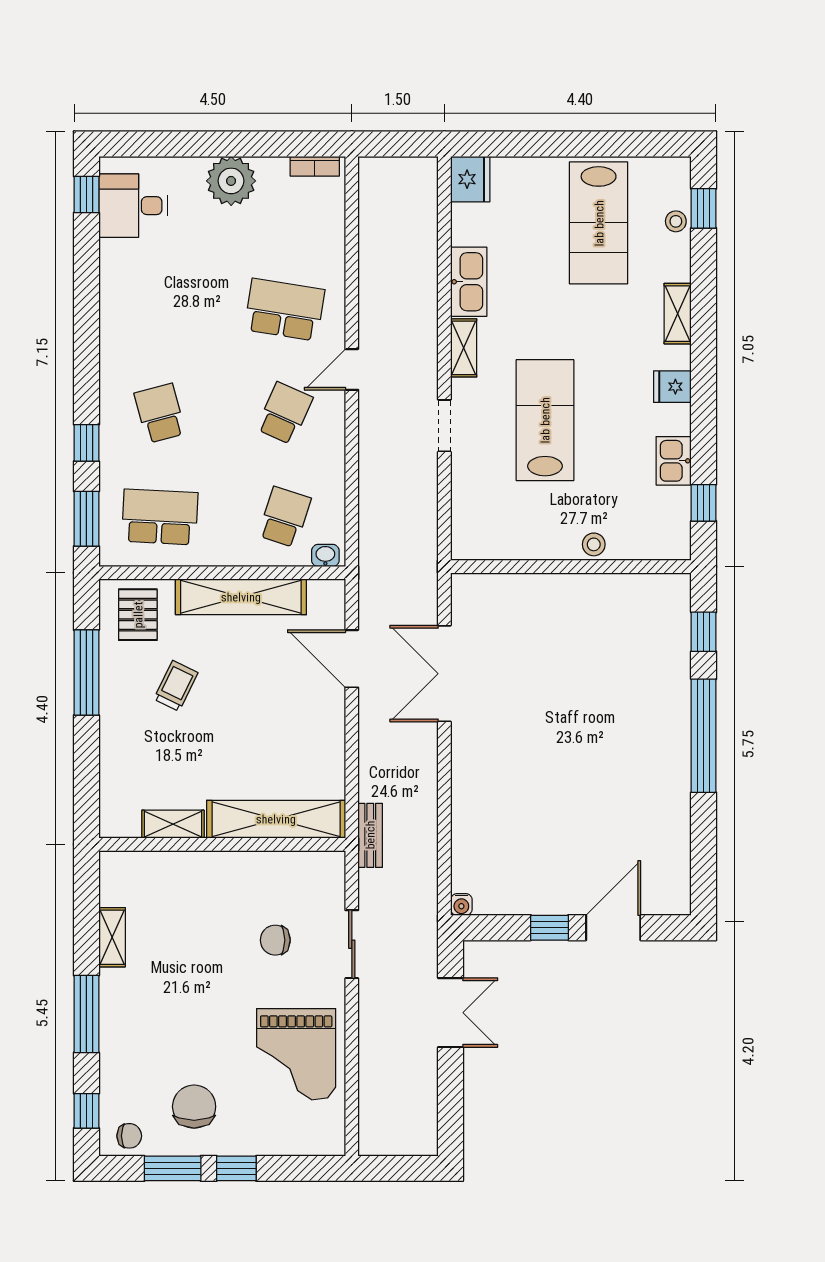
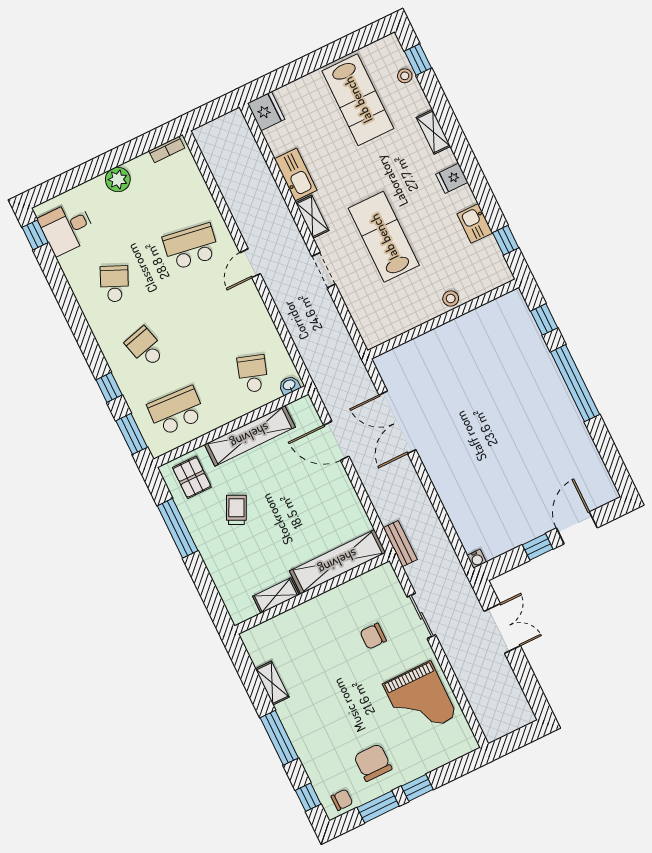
plant: (231, 181) -> (118, 179), width x0.73, depth x0.73
school desk: (285, 413) -> (114, 284), moved

